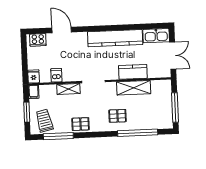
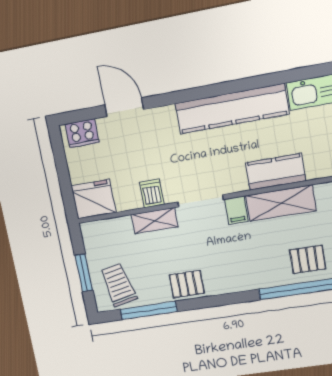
dishwasher: (56, 75) -> (152, 193), moved
fridge: (34, 76) -> (93, 199), width x1.88, depth x1.34
filing cabinet: (34, 92) -> (236, 210), moved
pallet: (118, 116) -> (308, 259), moved

